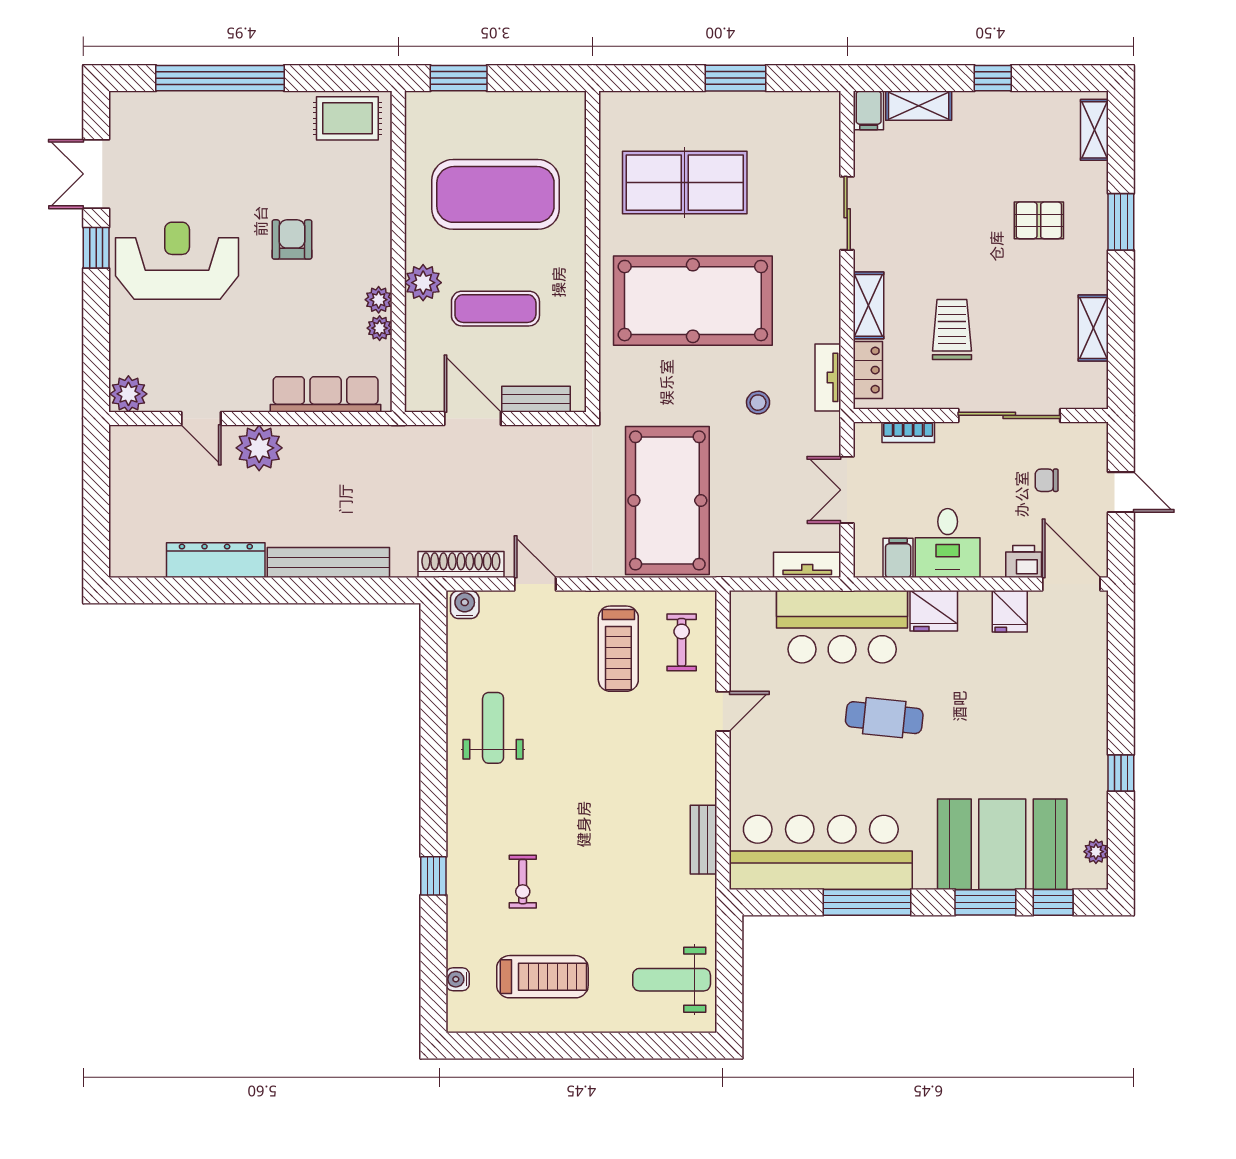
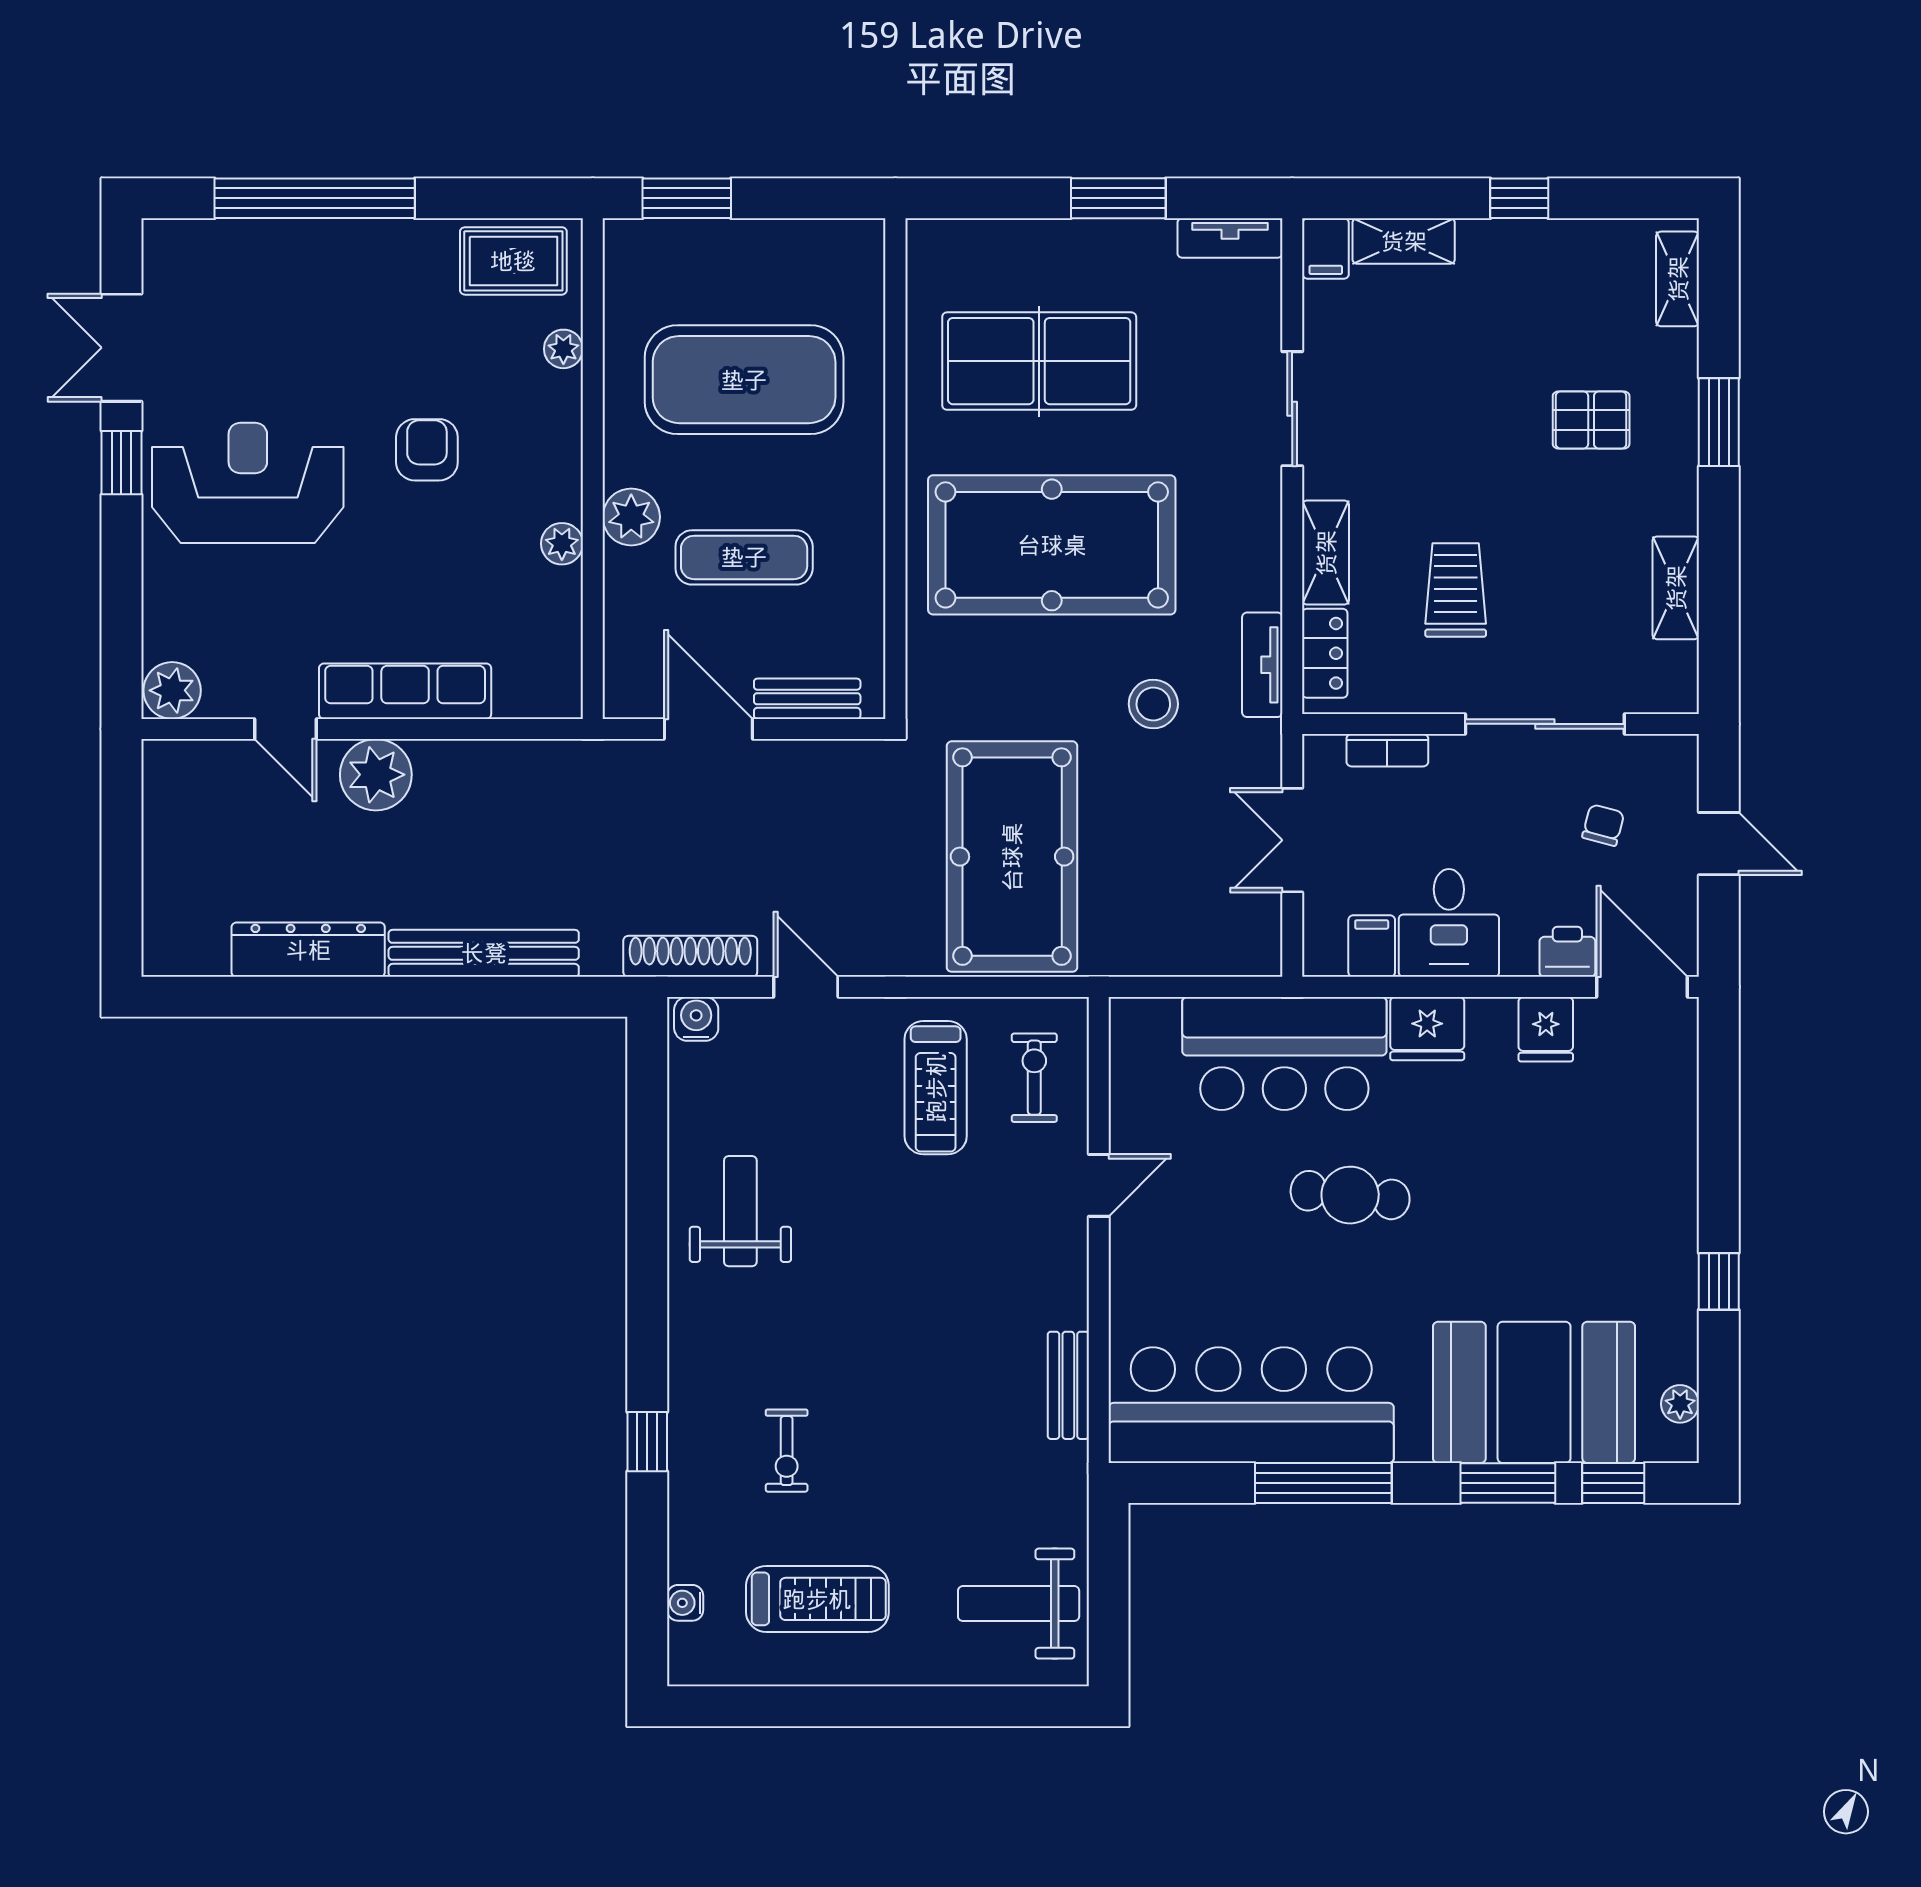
plant: (380, 328) -> (563, 349), moved
row of seats: (326, 394) -> (405, 691), moved
stool: (758, 403) -> (1153, 704), width x1.37, depth x1.37
chair: (1047, 480) -> (1603, 825), turned 105
tv unit: (807, 565) -> (1230, 238), moved, turned 180

